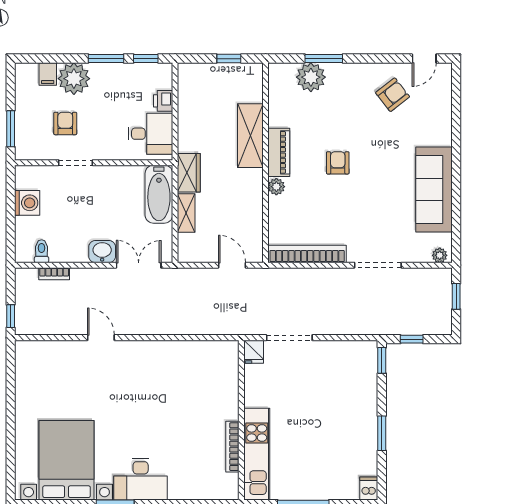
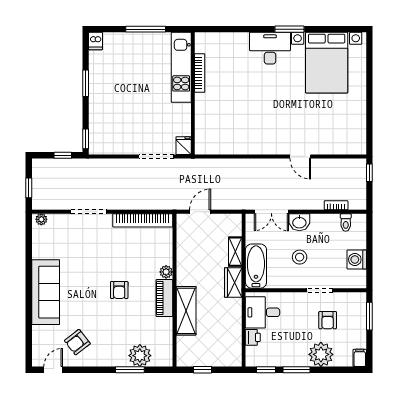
filing cabinet: (48, 74) -> (360, 358), moved
sofa: (434, 189) -> (46, 292), moved
stool: (102, 206) -> (300, 257), added
door: (232, 265) -> (200, 212), swing flipped

